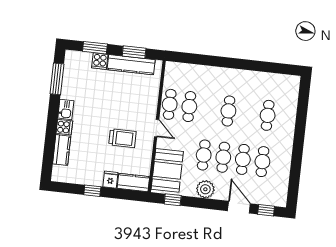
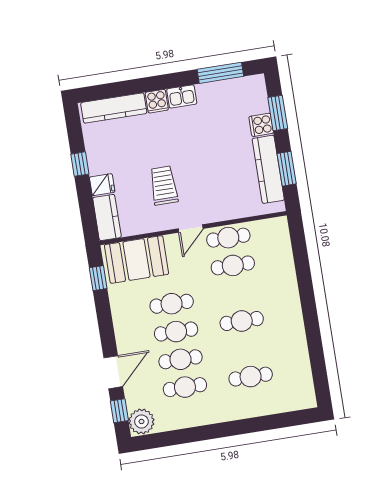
trolley: (122, 138) -> (164, 185), turned 180
kitchen counter: (62, 150) -> (114, 108), width x1.50
plant: (205, 189) -> (141, 421), moved

